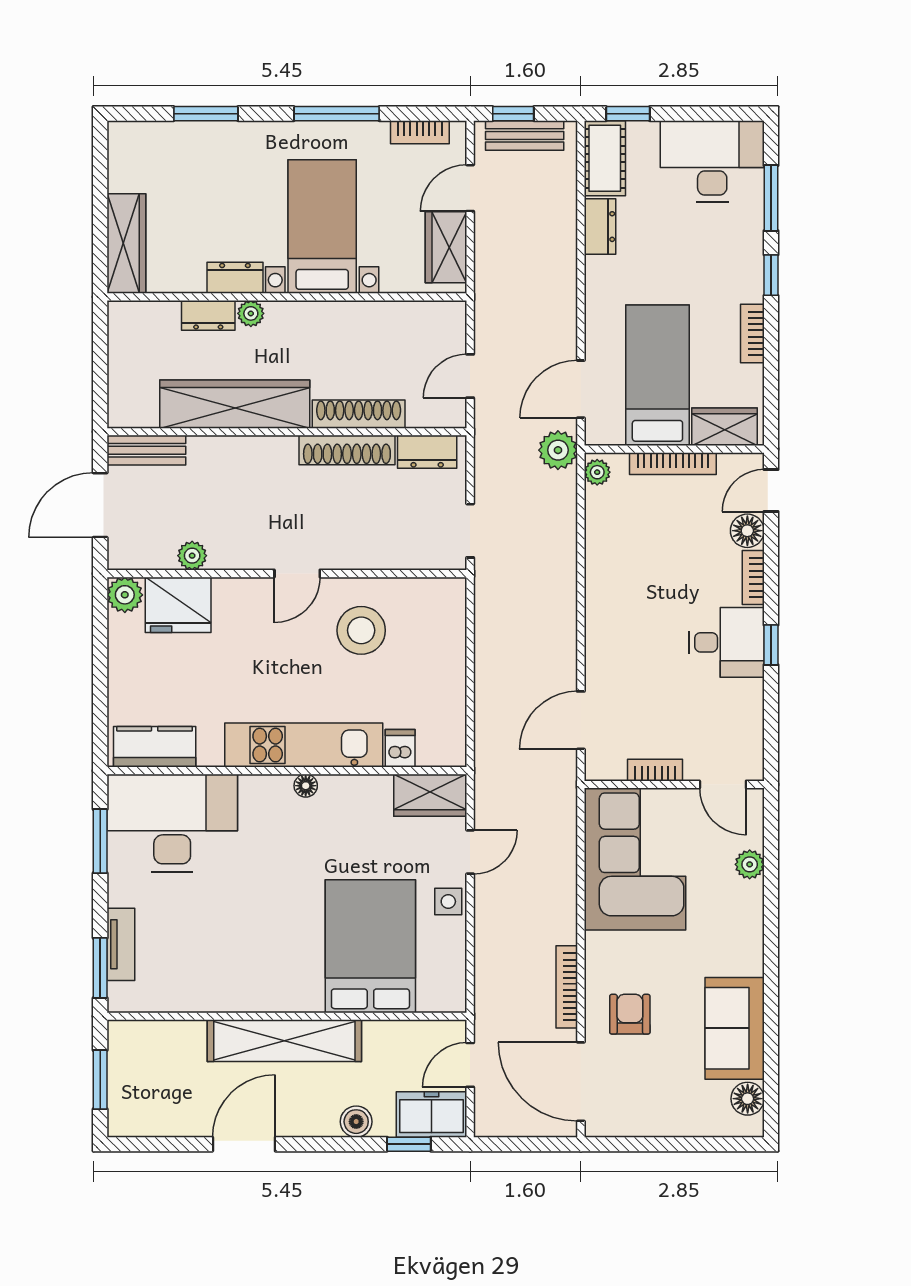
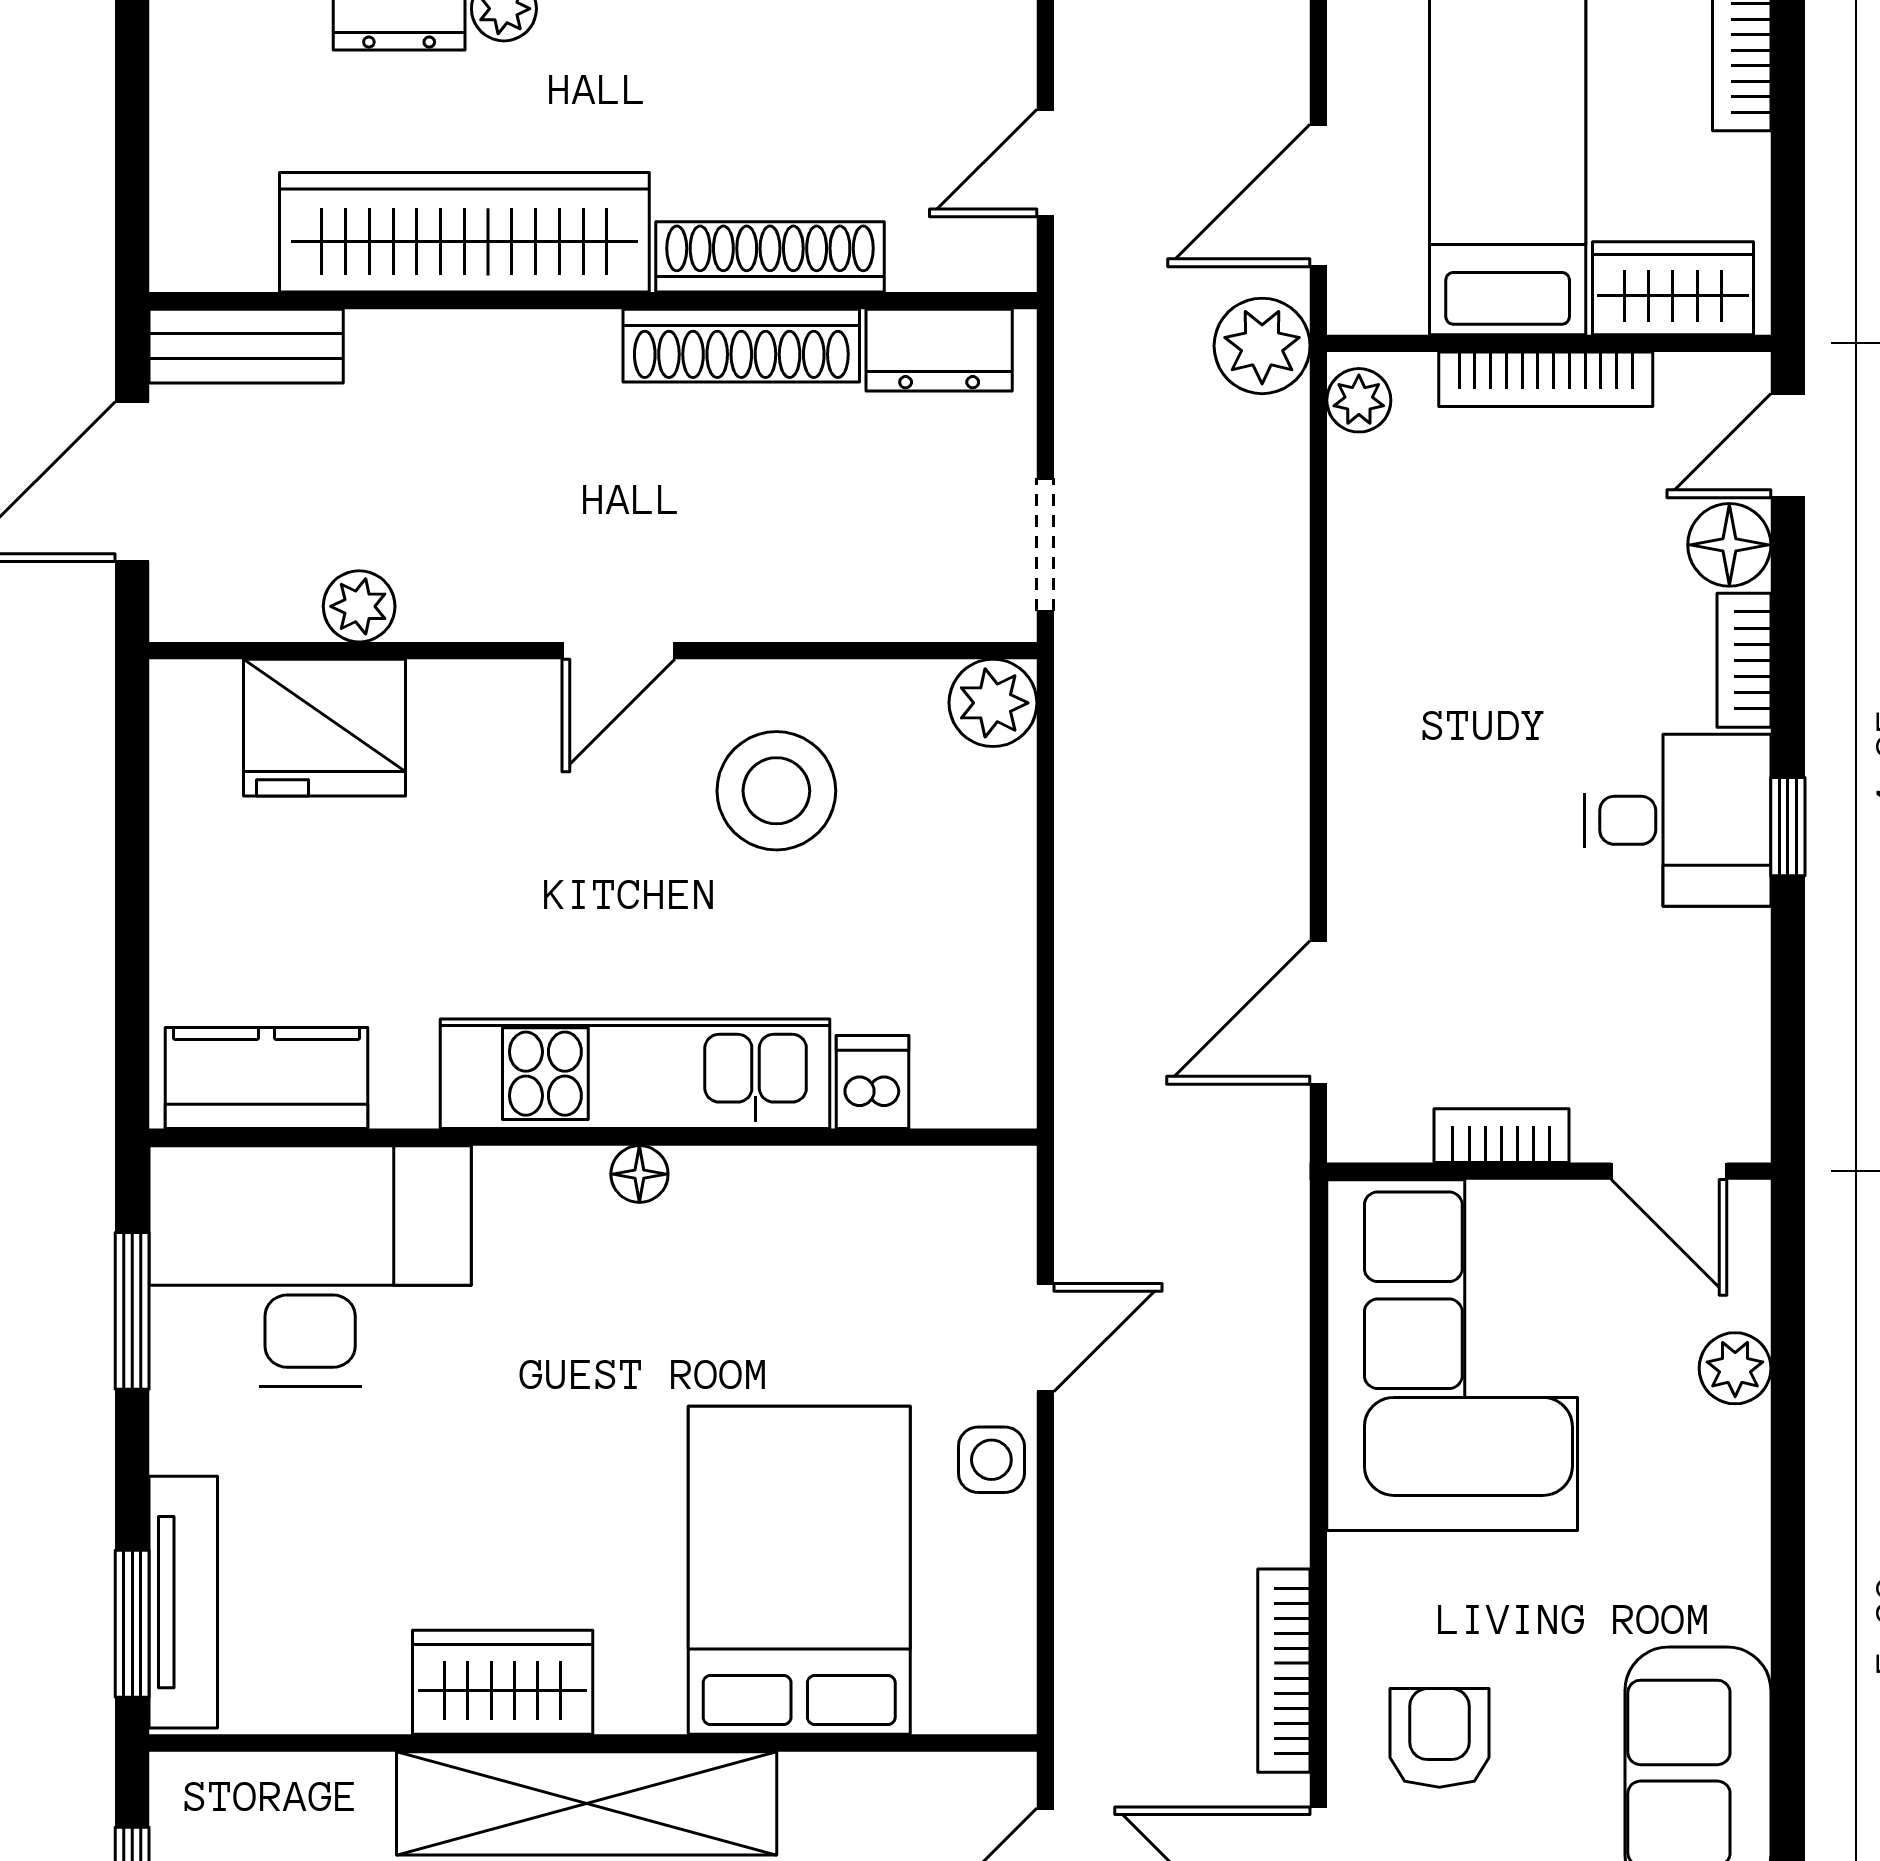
plant: (125, 595) -> (993, 703), moved
wardrobe: (430, 795) -> (503, 1682), moved, turned 180
tv unit: (121, 944) -> (183, 1602), width x1.41

